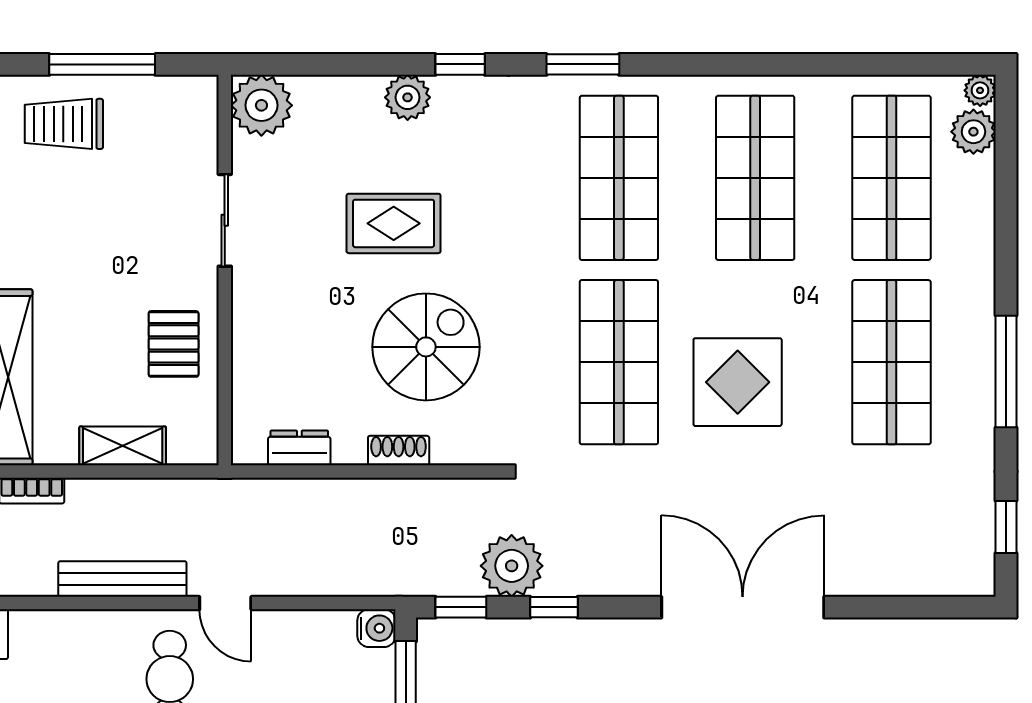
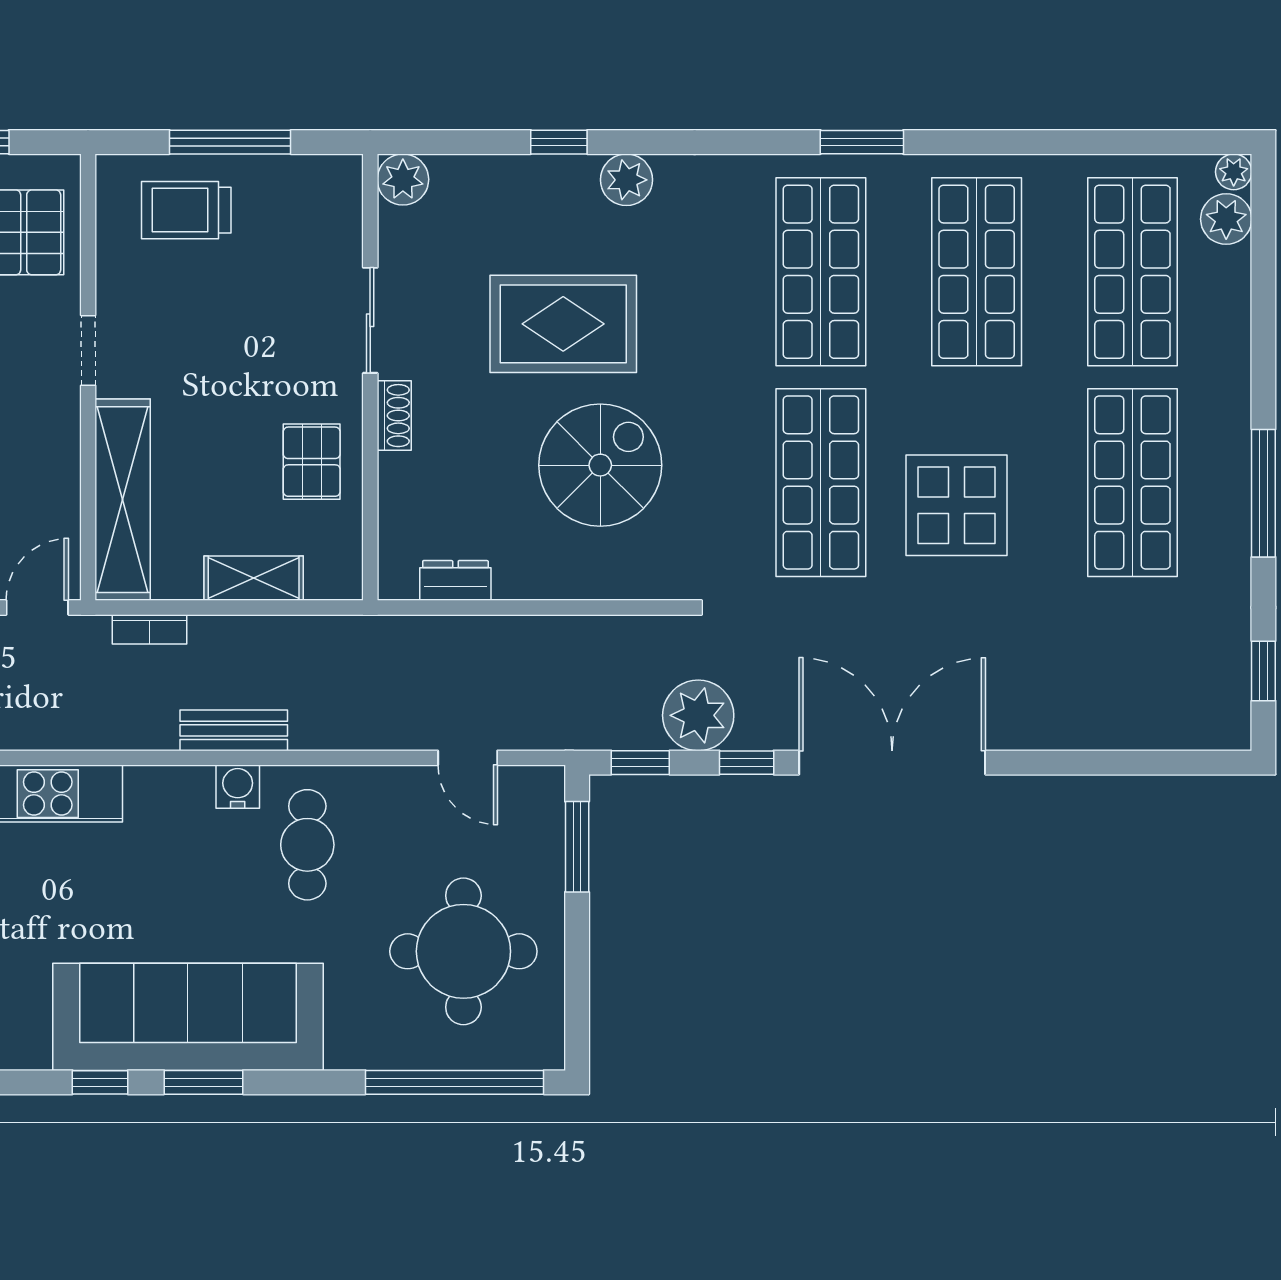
window: (460, 64) -> (559, 142), moved
window: (583, 64) -> (862, 142), moved
plant: (408, 97) -> (626, 180), moved
plant: (261, 105) -> (403, 179), width x0.73, depth x0.73
rug: (394, 223) -> (563, 324), width x1.36, depth x1.43
shoe rack: (399, 451) -> (394, 416), moved, turned 90
bench: (122, 579) -> (234, 730), width x0.73
door: (225, 603) -> (468, 758), moved
double door: (743, 607) -> (892, 763), moved
water cooler: (376, 628) -> (238, 787), moved, turned -90

